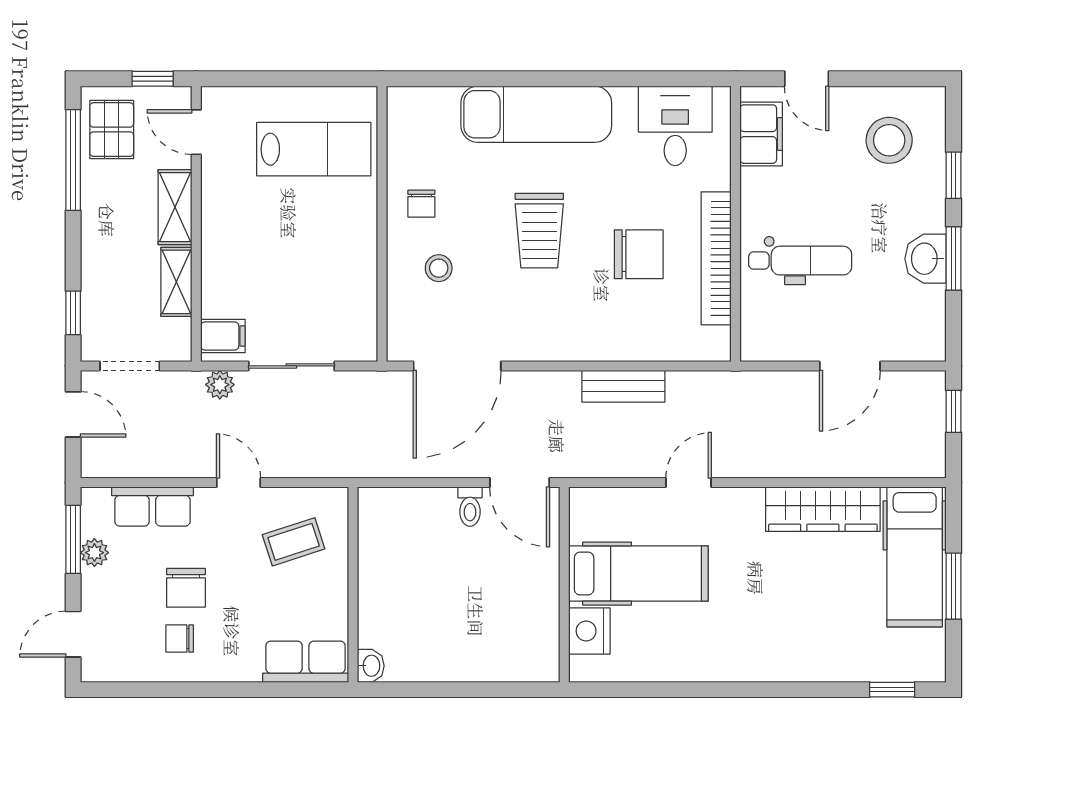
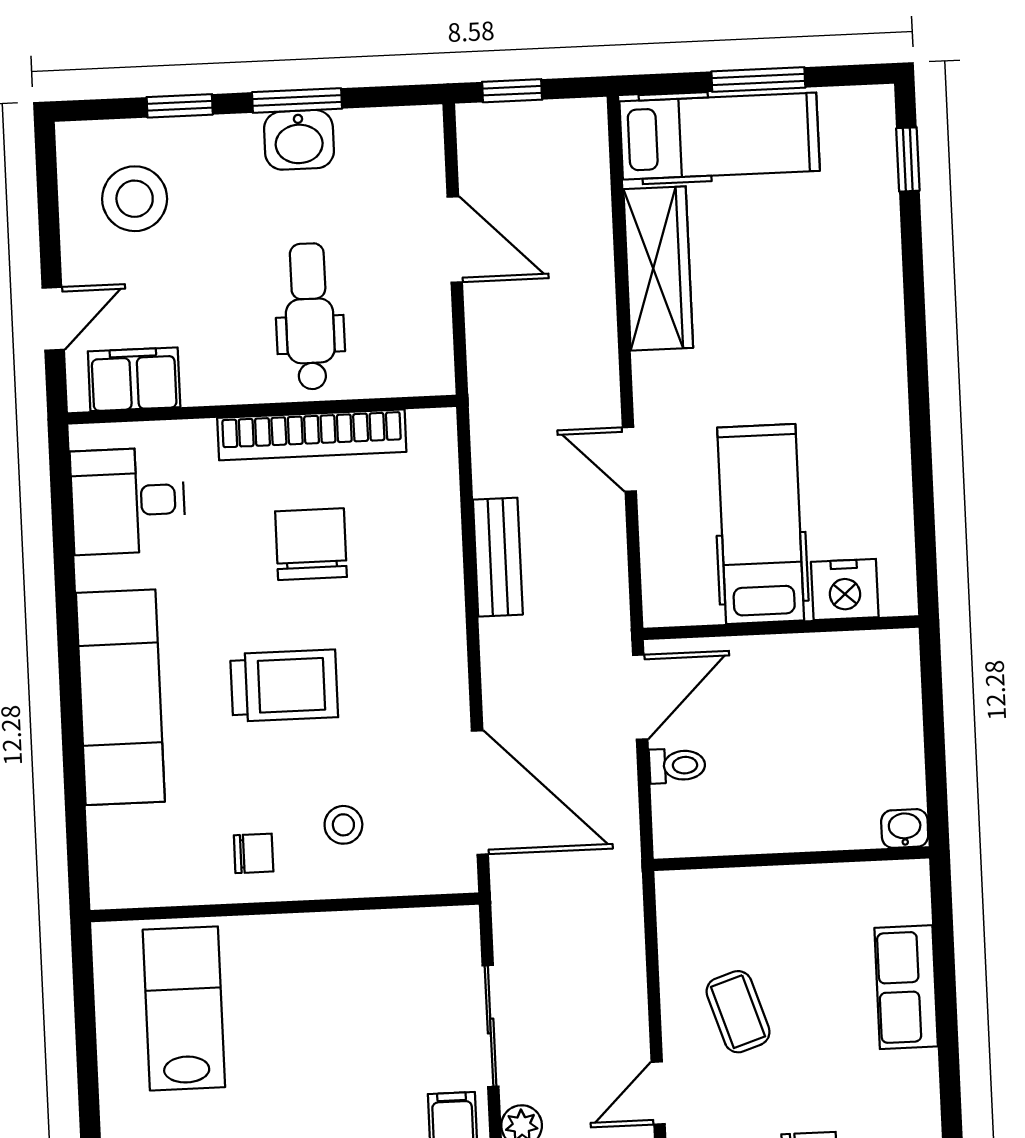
wall: (353, 585) -> (791, 859), moved
washbasin: (371, 666) -> (905, 829), moved

